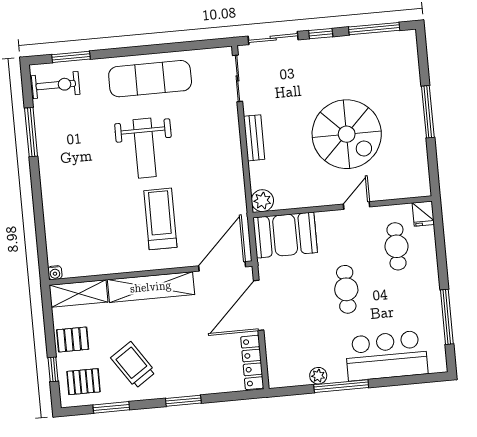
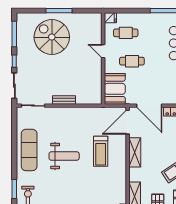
spiral stairs: (347, 134) -> (52, 37), moved, turned -90
plant: (262, 201) -> (96, 99), removed
treadmill: (160, 219) -> (101, 151), turned -90
door: (222, 266) -> (128, 122), hinge flipped
shelving: (151, 287) -> (135, 152), width x0.68
cafe table: (346, 289) -> (132, 61), moved

